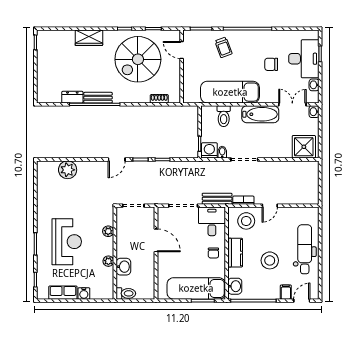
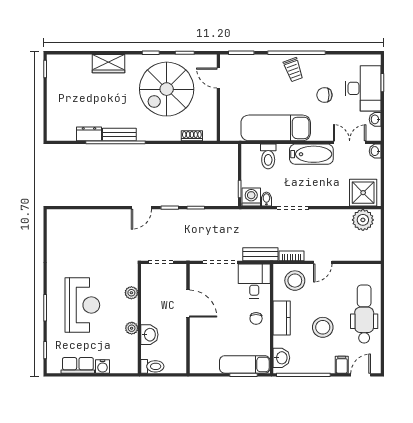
trolley: (223, 47) -> (293, 70), moved
plant: (68, 170) -> (363, 220), moved
exam couch: (196, 288) -> (245, 364), width x0.73, depth x0.69

